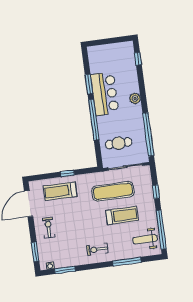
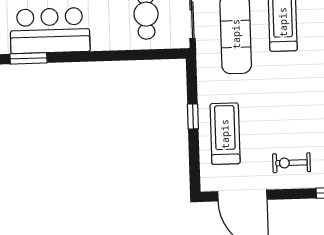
window: (94, 120) -> (97, 56), removed
treadmill: (60, 191) -> (225, 134), turned 180

